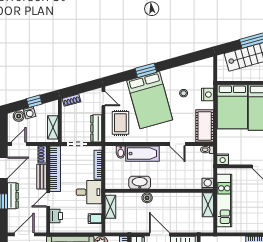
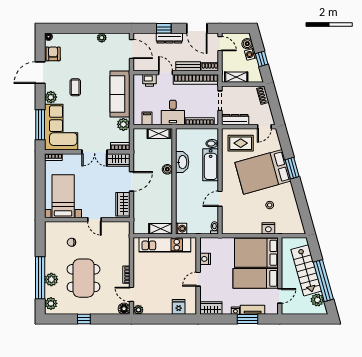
cot: (205, 126) -> (238, 226), removed
nightstand: (223, 159) -> (205, 259), moved

